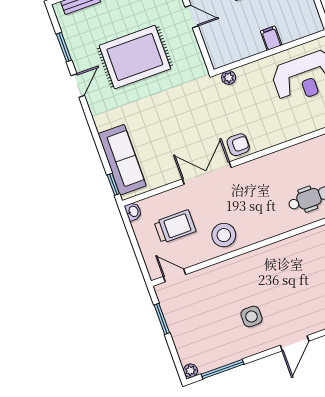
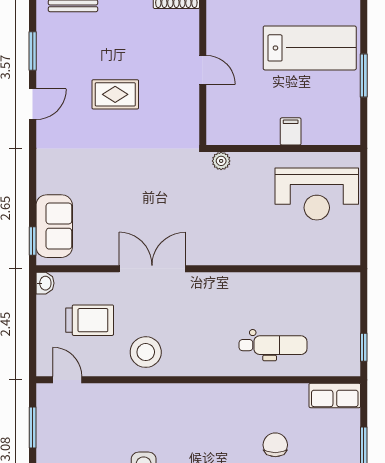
rug: (135, 57) -> (115, 94), width x0.54, depth x0.49
armchair: (238, 145) -> (203, 248), removed
sofa: (122, 160) -> (54, 226), width x0.73

